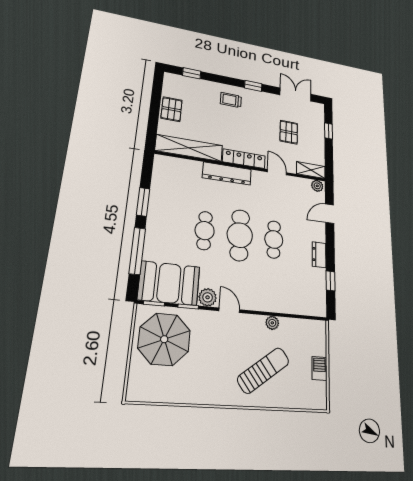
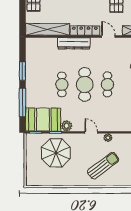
door: (229, 310) -> (91, 132), moved
parasol: (164, 339) -> (56, 153), moved

